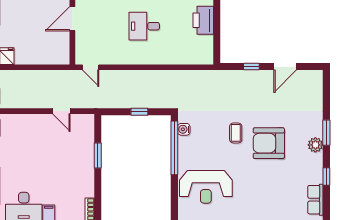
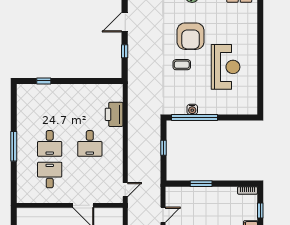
printer: (203, 20) -> (114, 114), moved, turned 90
door: (285, 67) -> (125, 22), swing flipped
water cooler: (184, 129) -> (192, 109), moved
reception desk: (206, 187) -> (226, 67), moved

